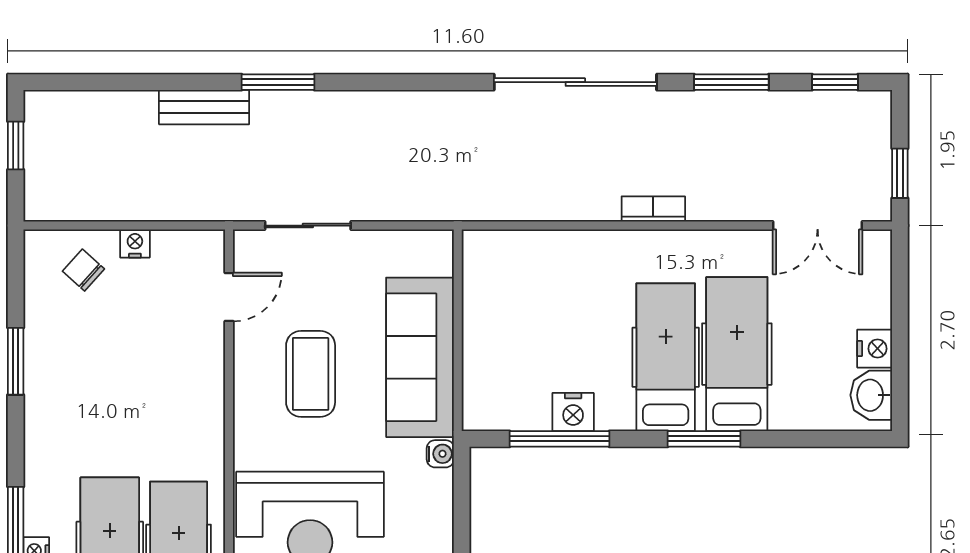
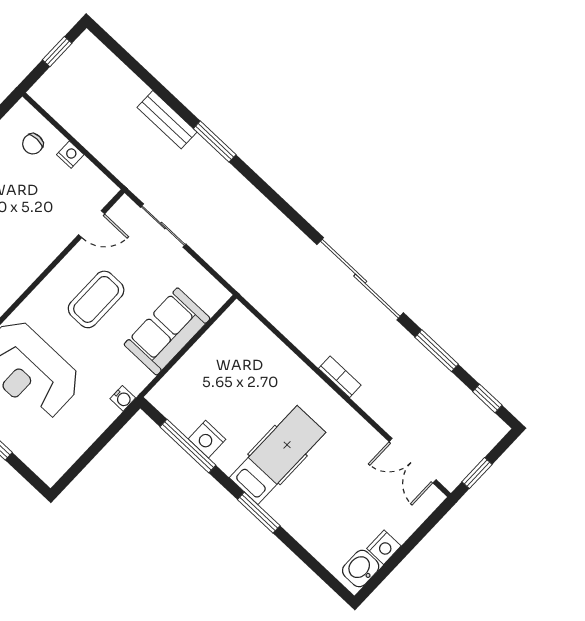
chair: (83, 270) -> (33, 144), turned -132
hospital bed: (737, 354) -> (314, 486), removed
sofa: (420, 357) -> (167, 331), width x0.73

